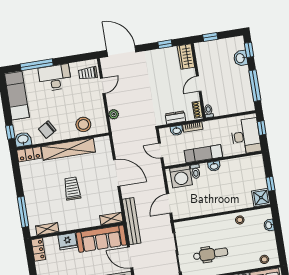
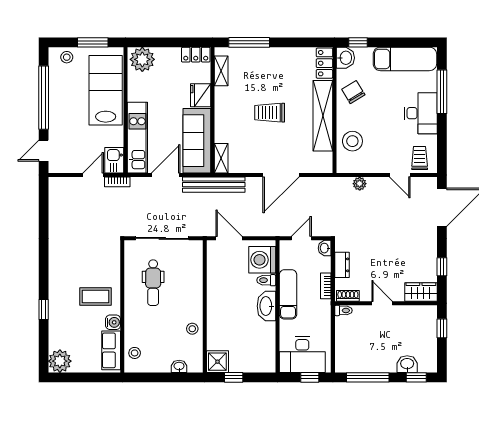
washbasin: (177, 130) -> (325, 248), moved
washbasin: (214, 166) -> (266, 306), width x1.91, depth x1.45
trolley: (72, 189) -> (270, 113), turned 180

